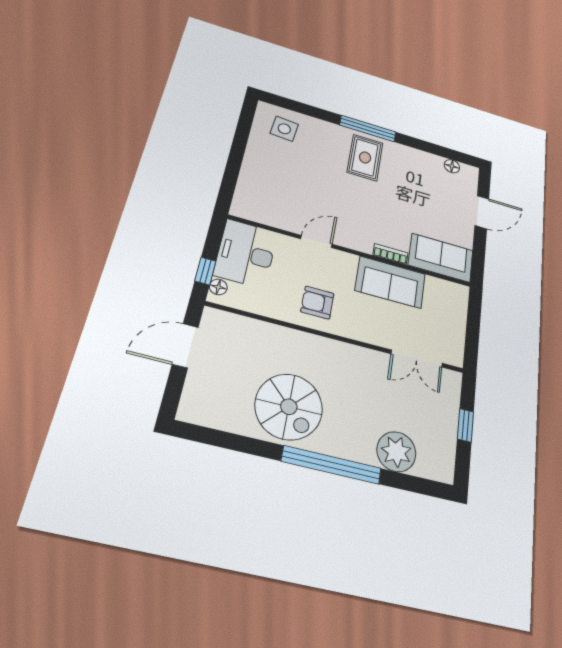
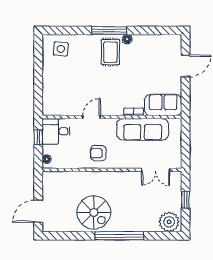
floor lamp: (452, 166) -> (127, 39), moved
desk: (246, 254) -> (56, 131), width x0.73
window: (205, 271) -> (38, 137), moved
sofa: (390, 282) -> (143, 129), width x1.36
door: (185, 346) -> (38, 211), moved
plant: (396, 452) -> (169, 222), moved

